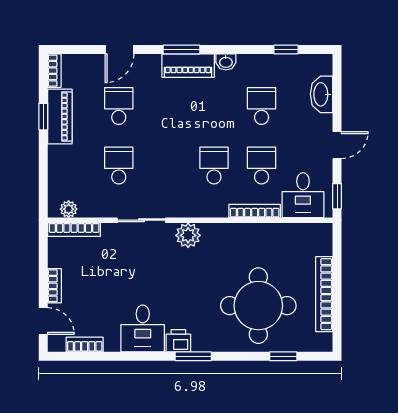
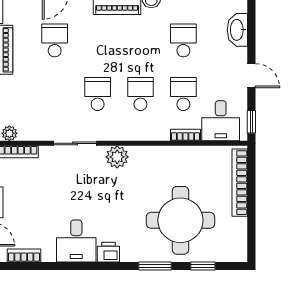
door: (337, 145) -> (251, 76), hinge flipped
school desk: (119, 166) -> (98, 94), moved
bookcase: (255, 211) -> (186, 135), width x0.64
bookcase: (324, 294) -> (240, 183), moved
window: (193, 356) -> (155, 266), moved

